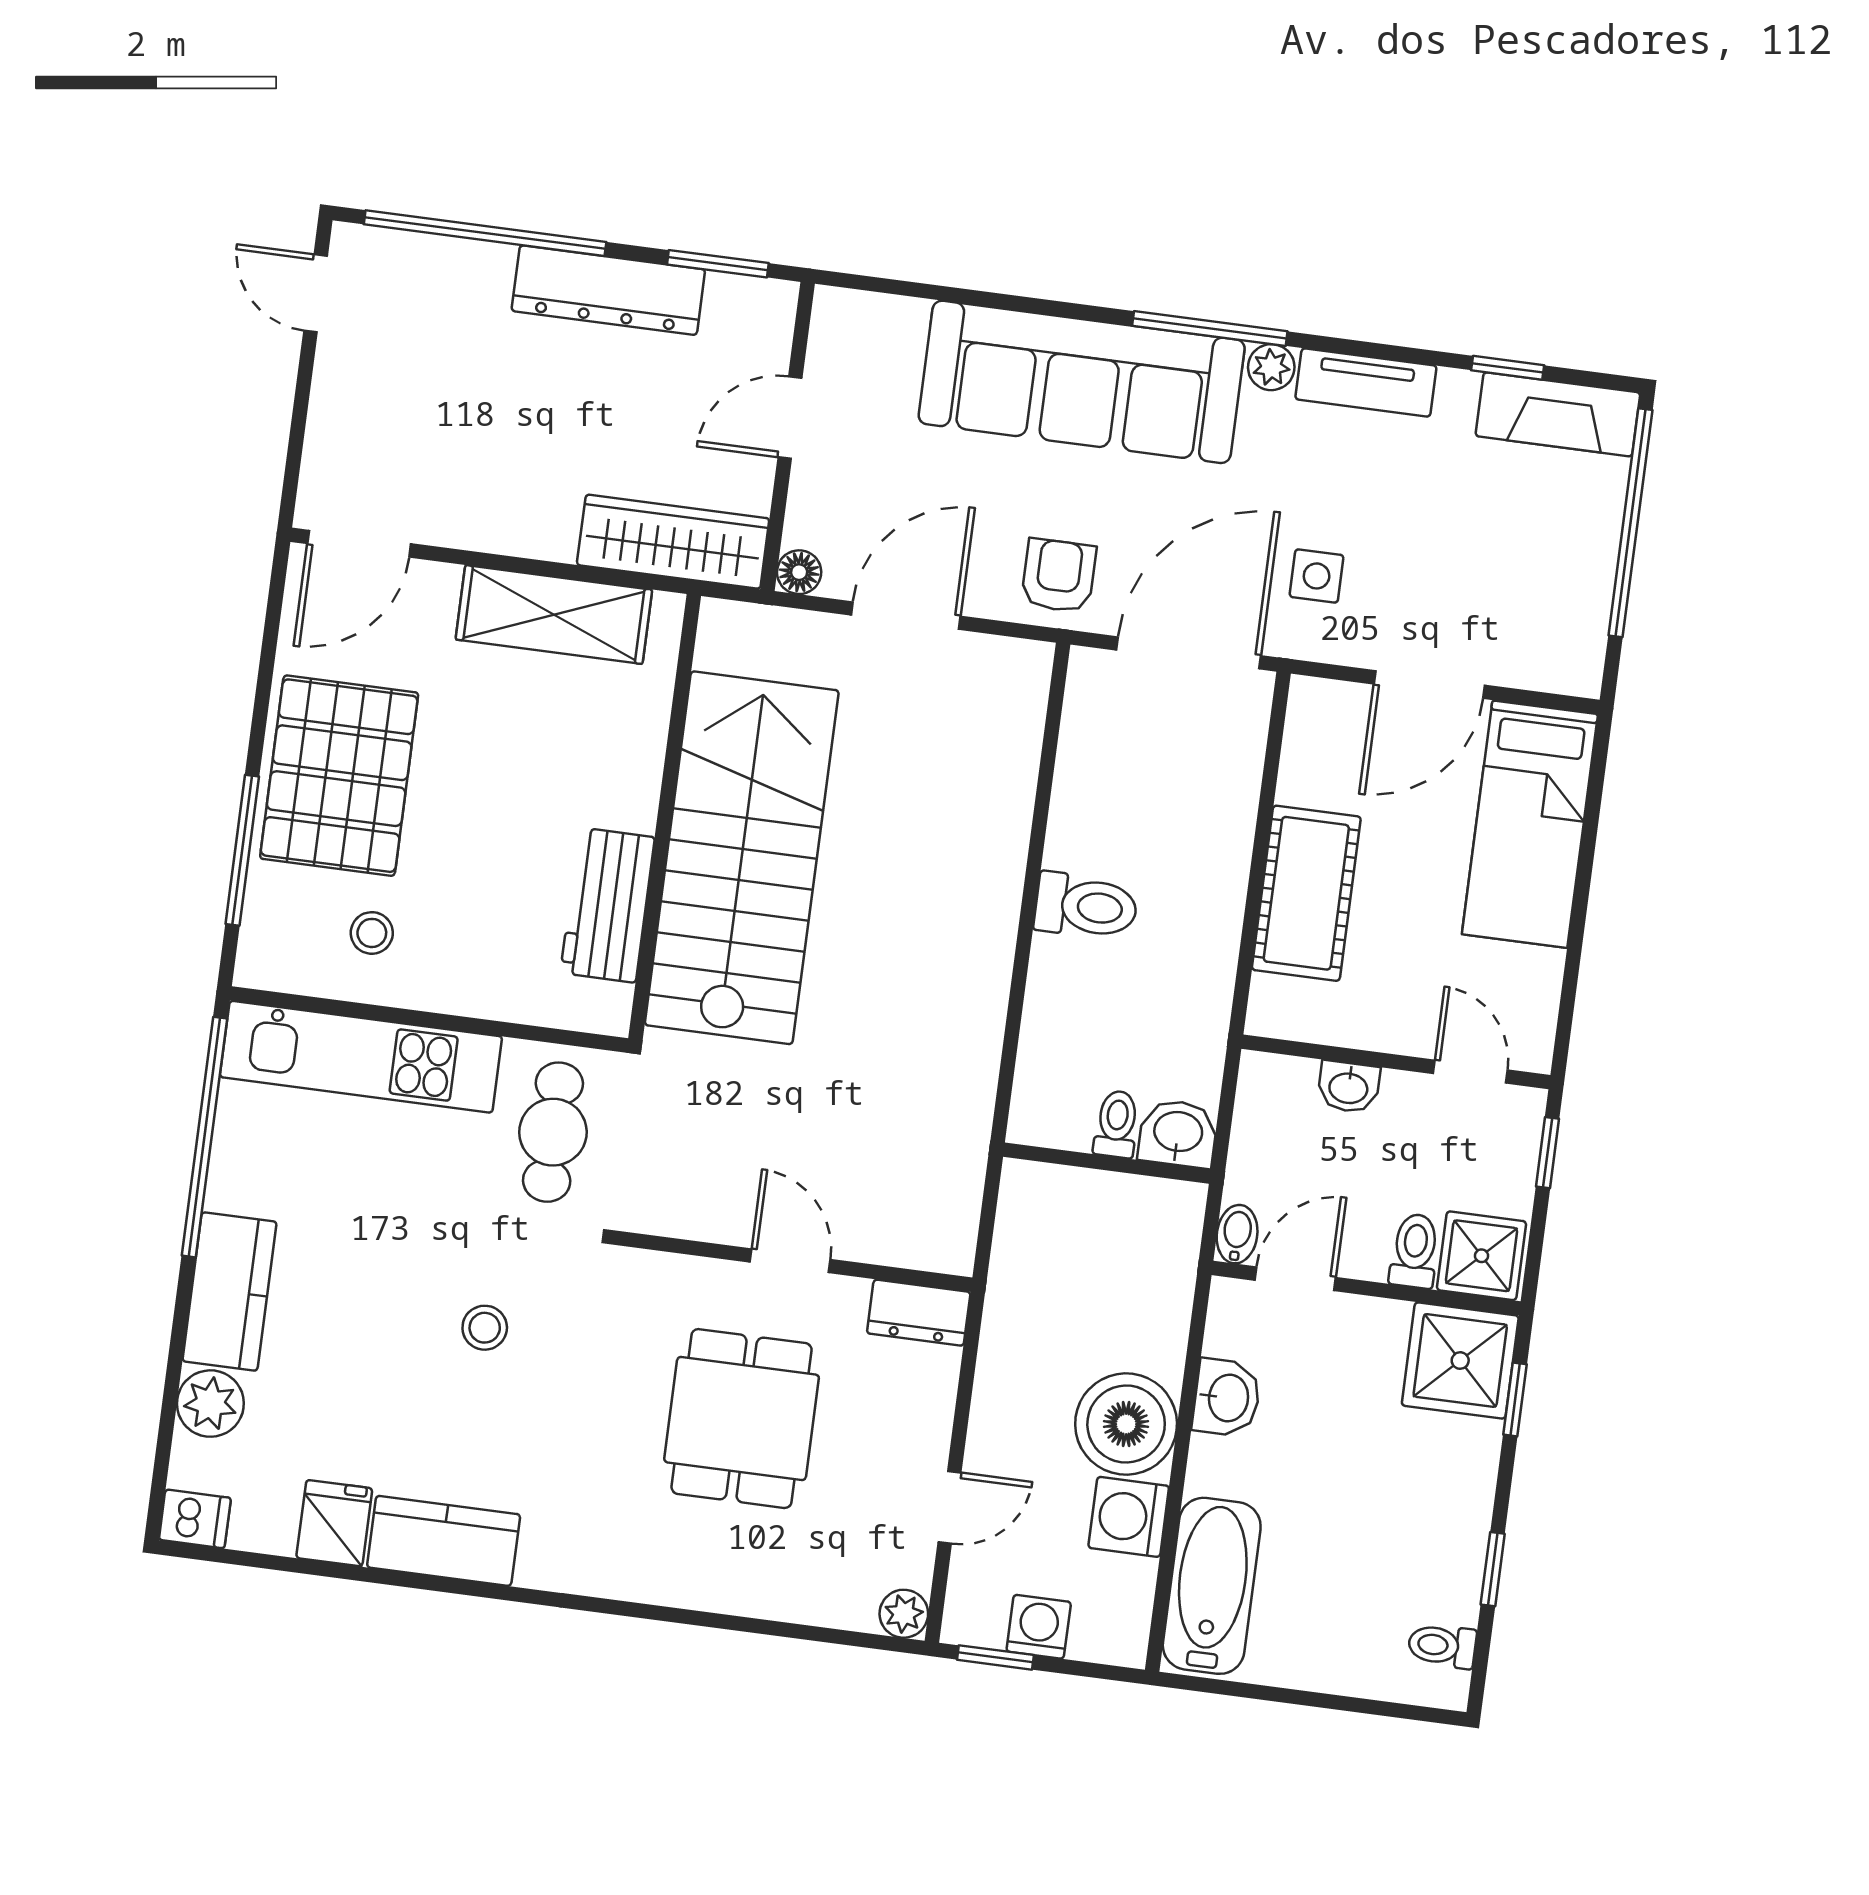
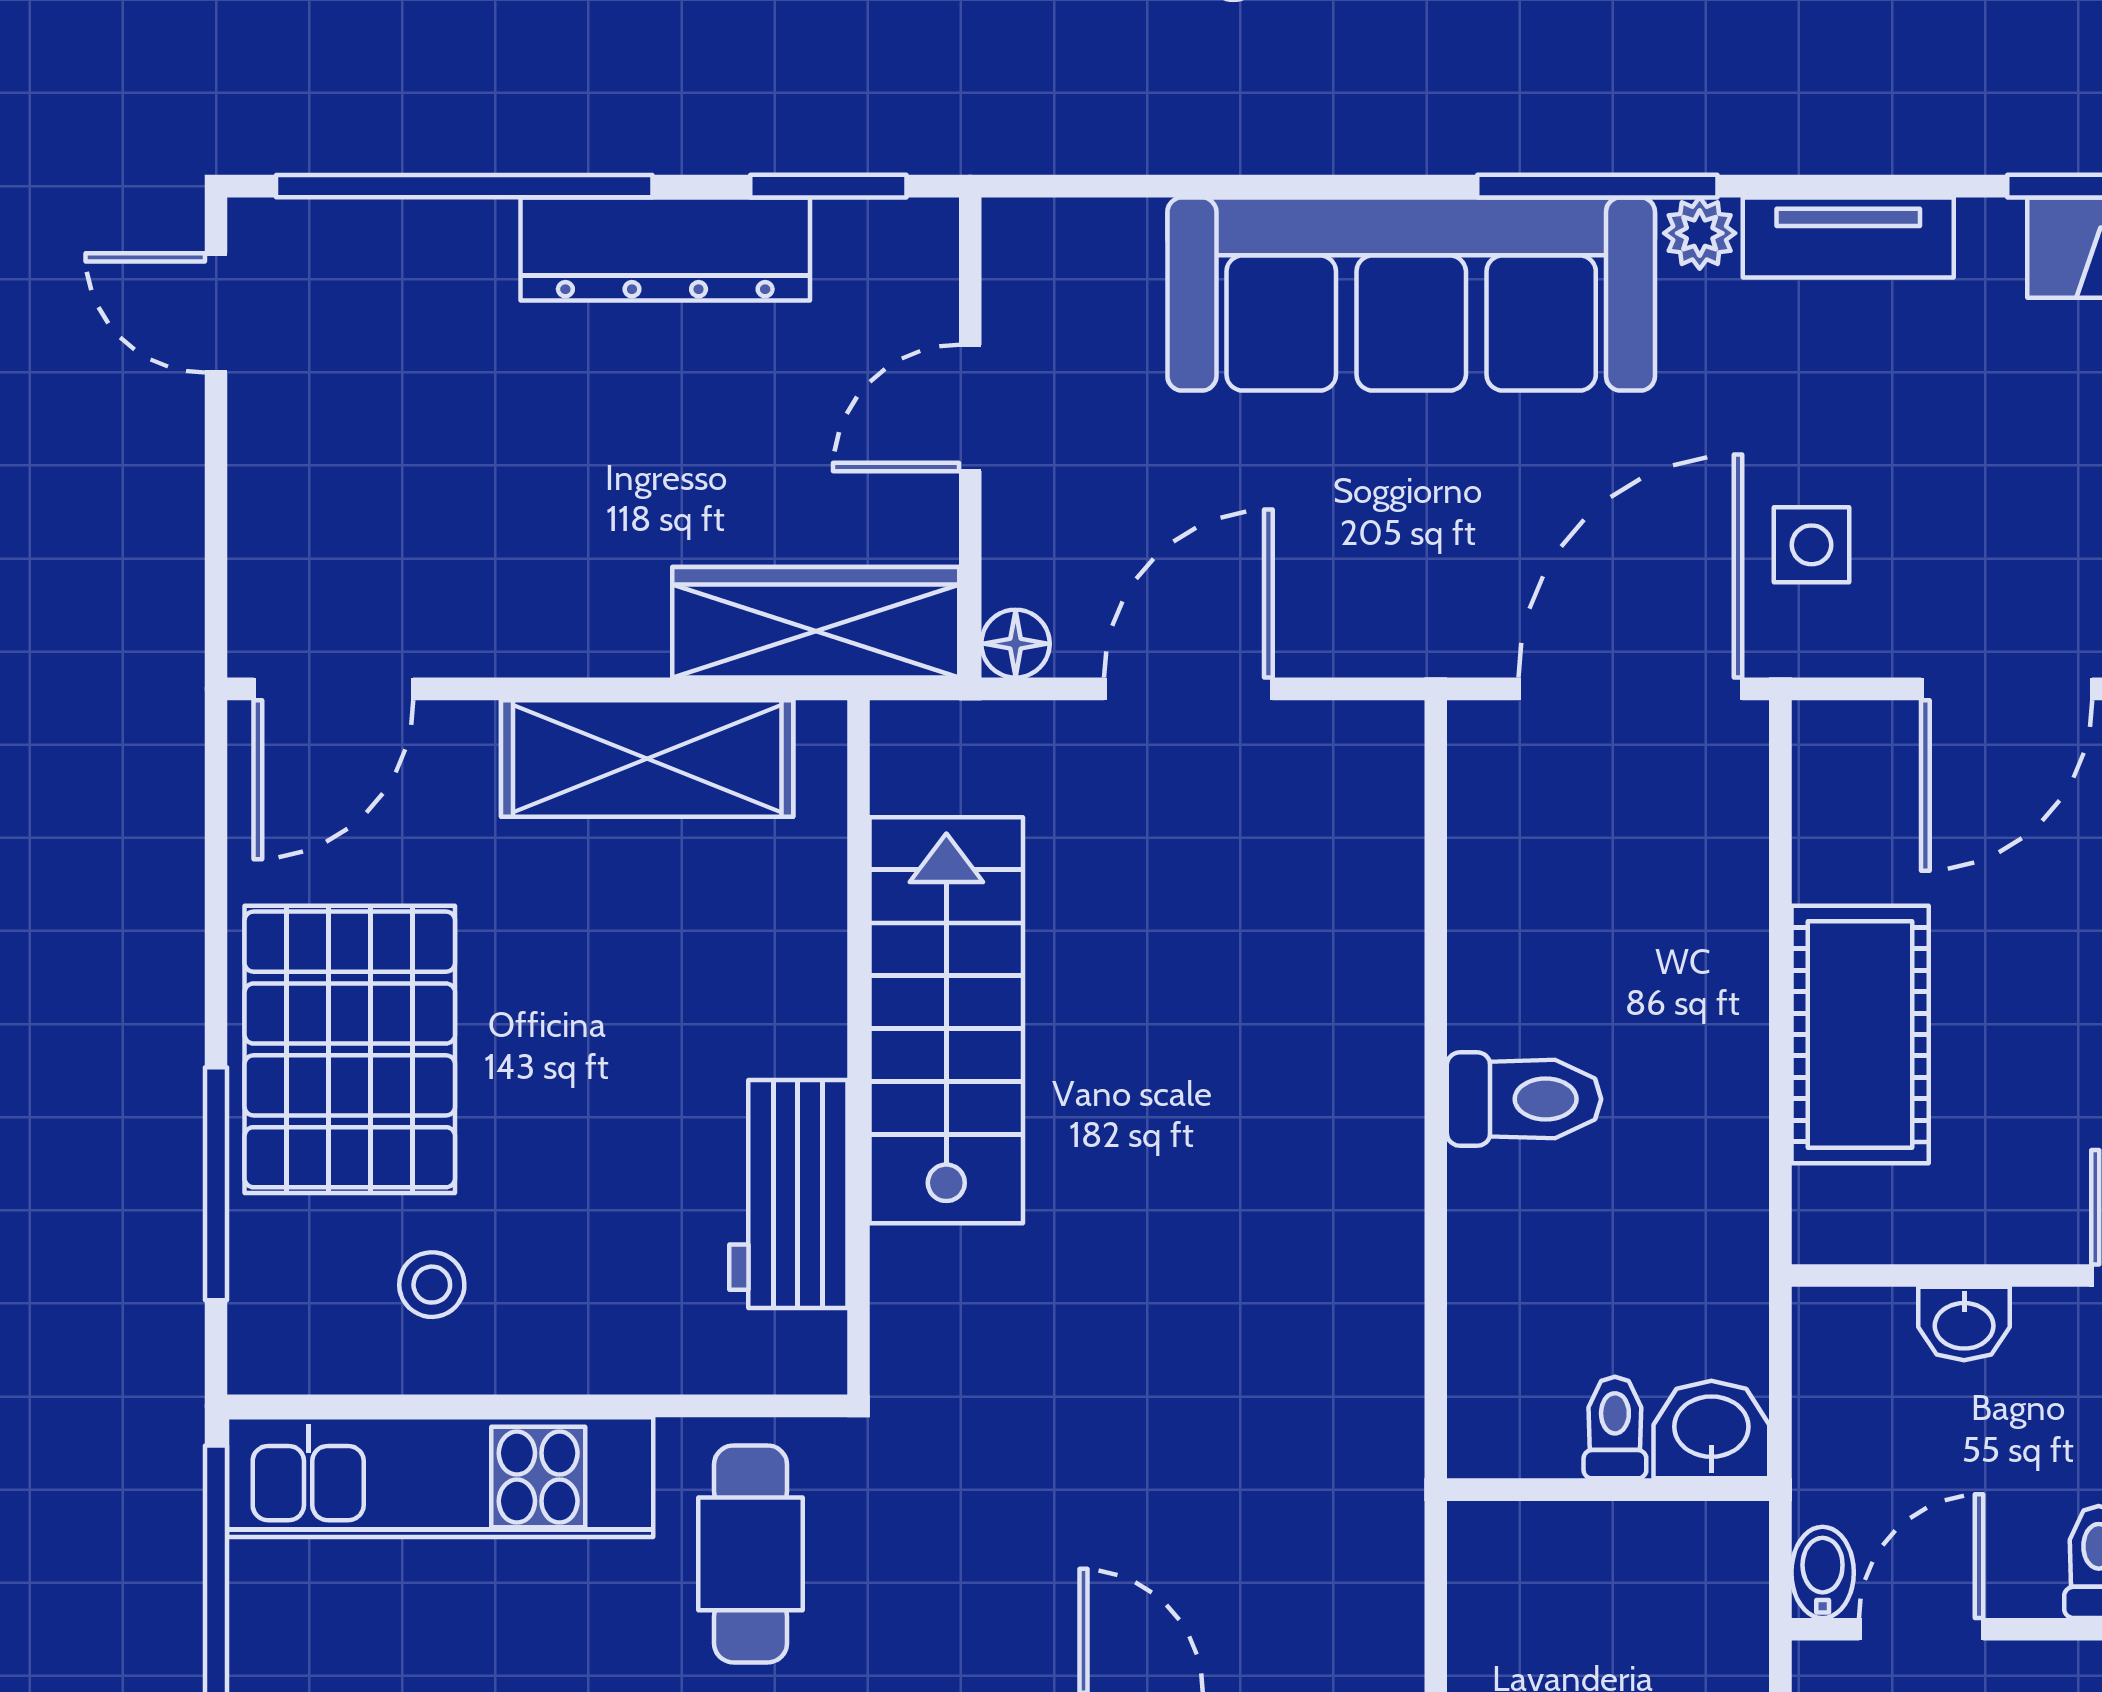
armchair: (1059, 576) -> (1415, 596), removed
stairs: (742, 858) -> (946, 1020), width x0.73, depth x0.66

